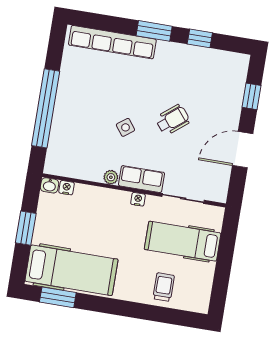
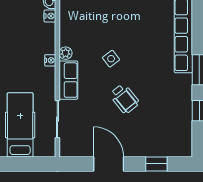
nightstand: (138, 199) -> (50, 60), moved

